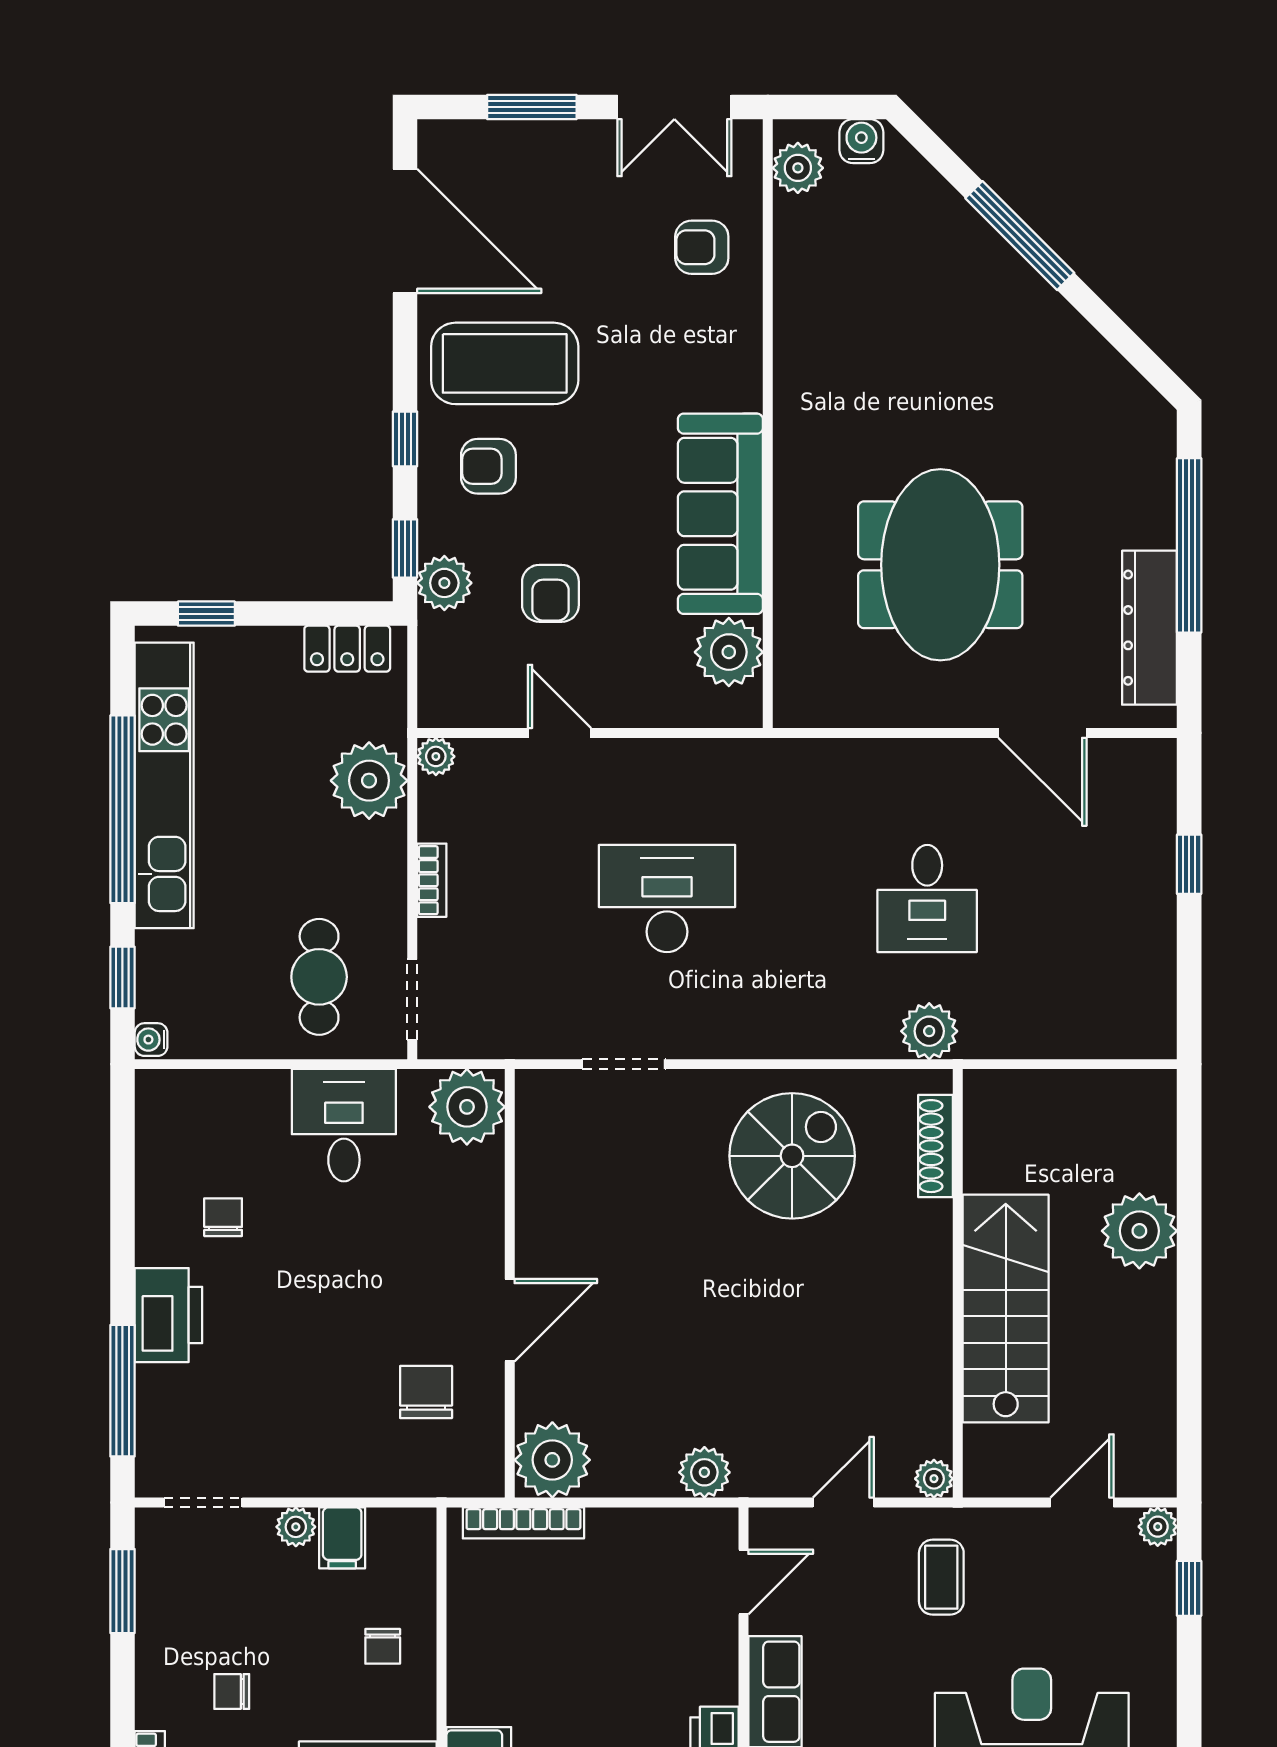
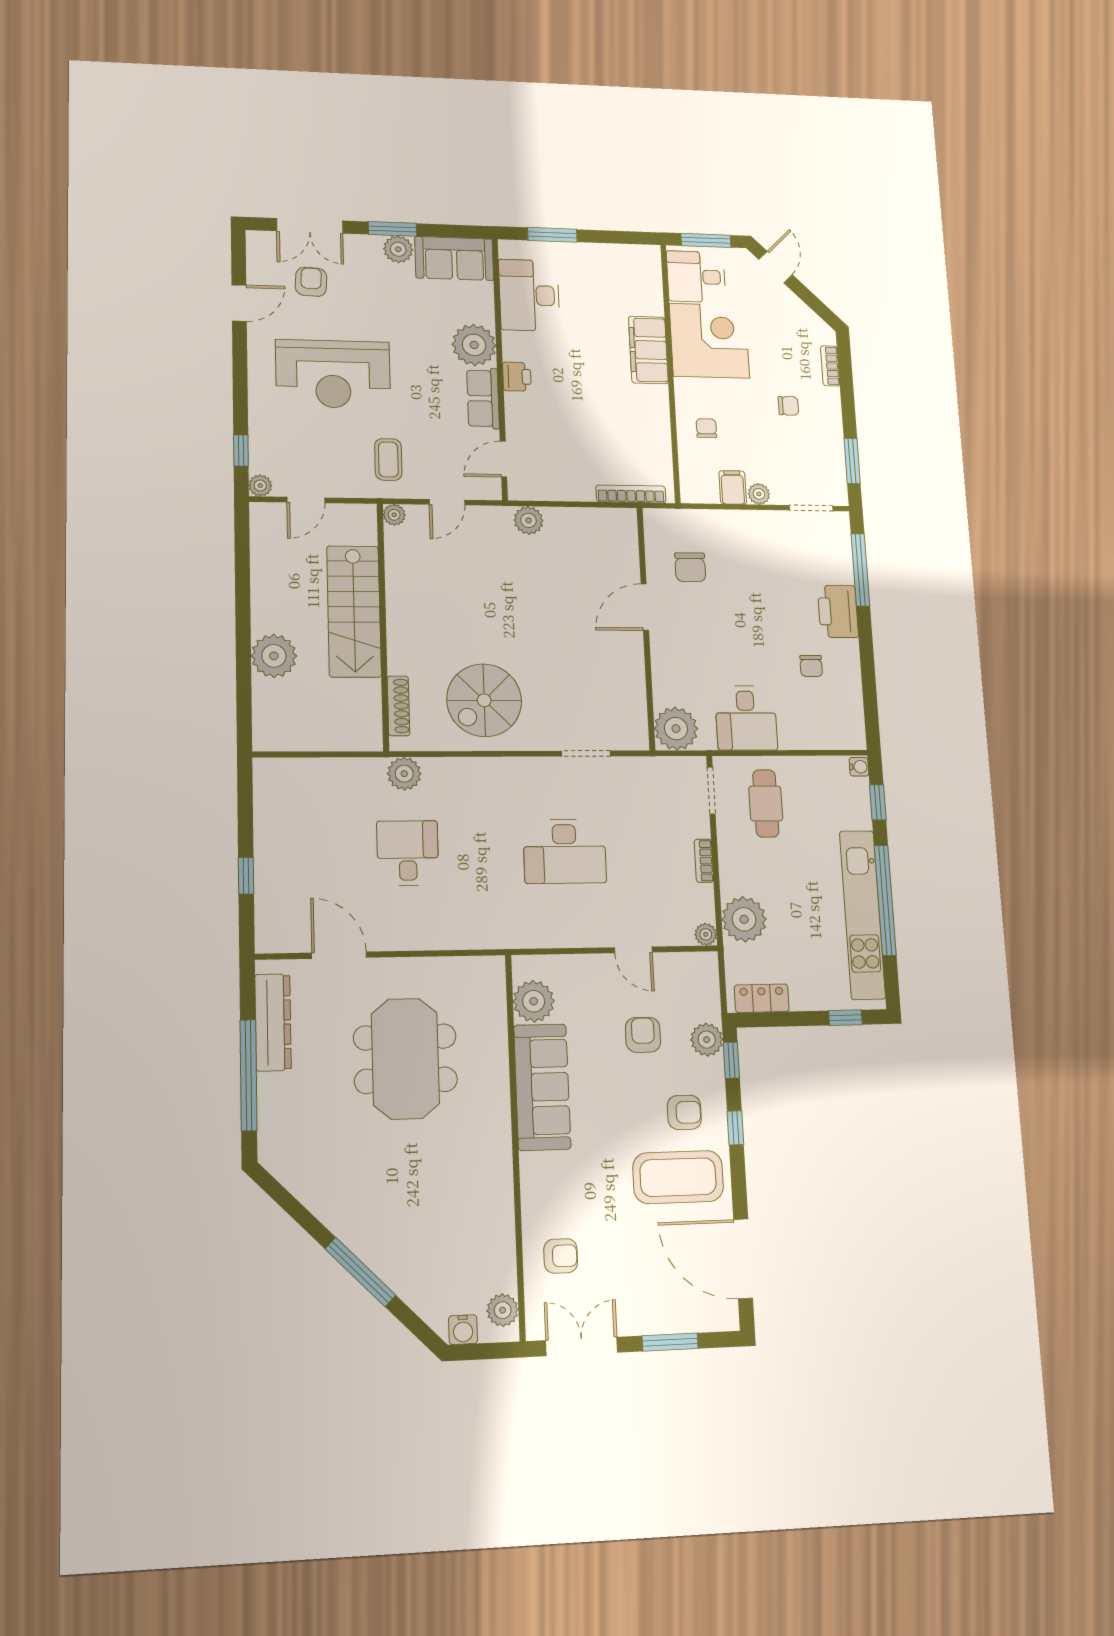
plant: (552, 1460) -> (616, 529), removed

